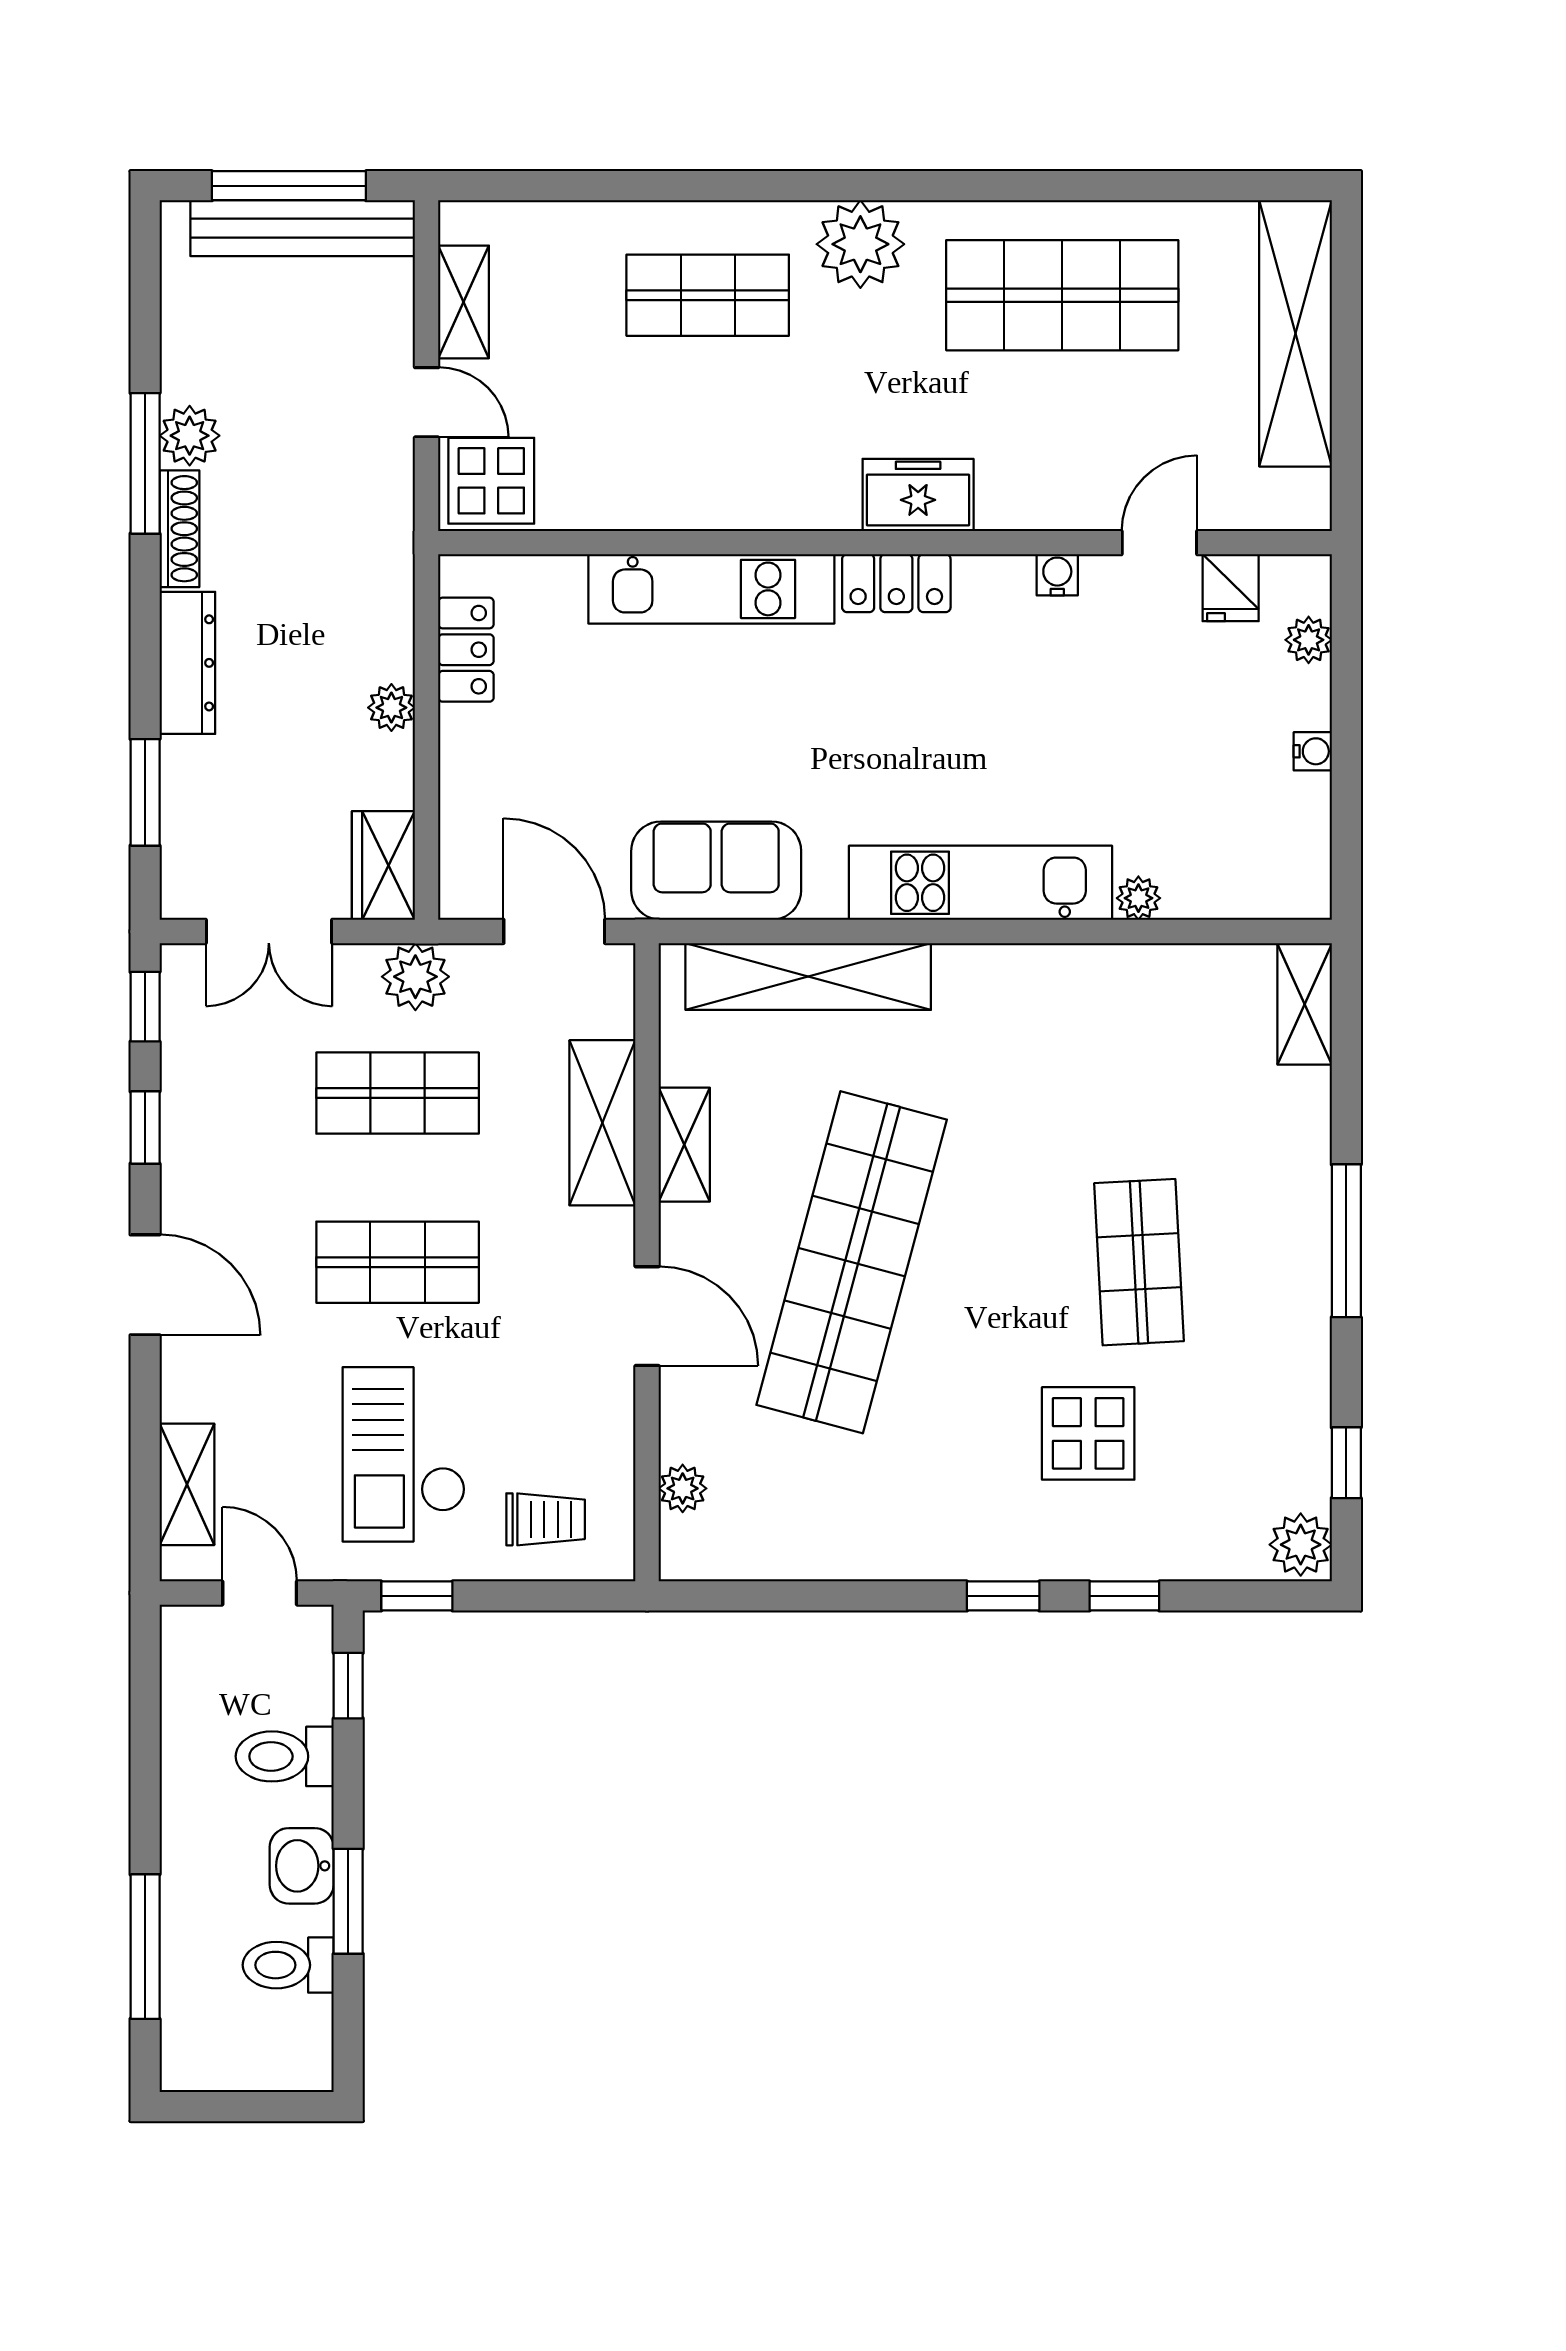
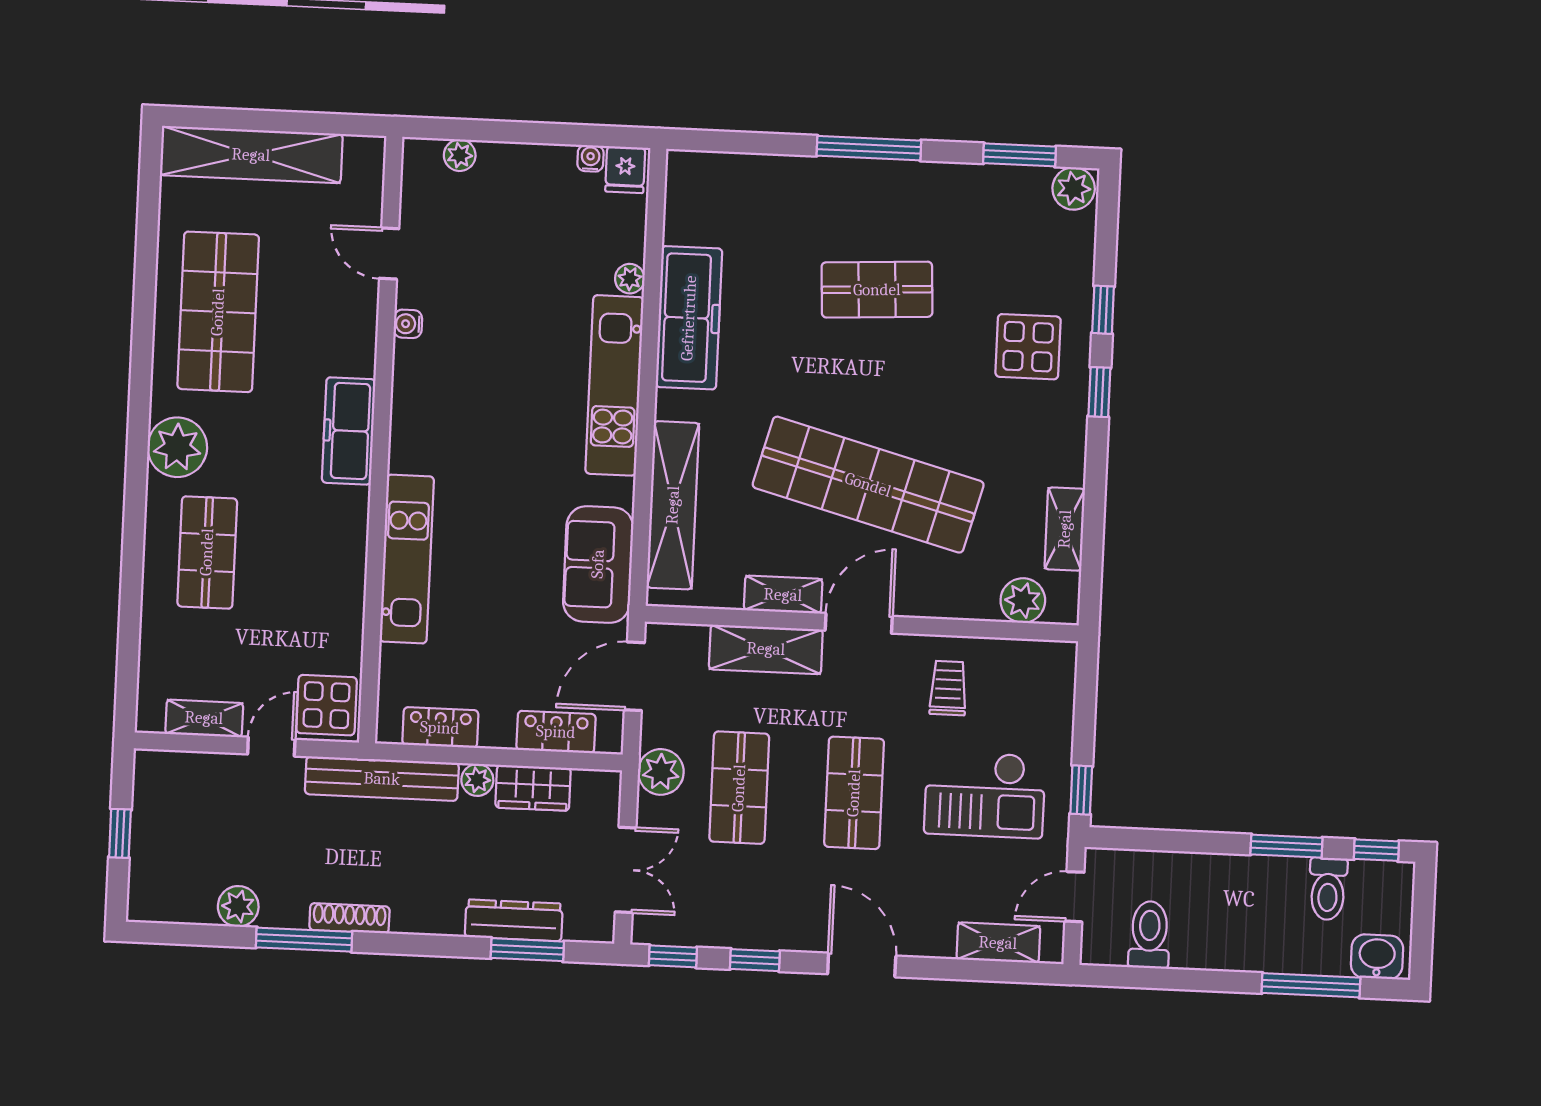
window: (289, 186) -> (120, 833), width x0.46
bench: (303, 228) -> (382, 779), moved, turned 90
plant: (190, 436) -> (238, 906), moved
freezer: (918, 495) -> (349, 431), width x1.40
locker: (896, 583) -> (556, 732), moved, turned -90
fridge: (1231, 588) -> (625, 170), moved, turned 90
dresser: (187, 663) -> (514, 920), moved
water cooler: (1313, 751) -> (590, 158), moved
wardrobe: (383, 866) -> (533, 788), moved
freezer: (1085, 988) -> (689, 318), added
shelving: (1305, 1004) -> (1065, 529), moved, turned 90
door: (145, 1285) -> (862, 965), hinge flipped
door: (647, 1316) -> (859, 623), moved
display table: (1088, 1433) -> (1028, 347), moved
window: (1346, 1463) -> (1019, 155), width x1.50
plant: (683, 1488) -> (1023, 601), width x1.38, depth x1.38
trolley: (546, 1519) -> (948, 688), moved
window: (348, 1686) -> (1376, 850), moved
toilet: (285, 1756) -> (1149, 935), moved, turned 180
washbasin: (302, 1866) -> (1377, 957), moved, turned 180

